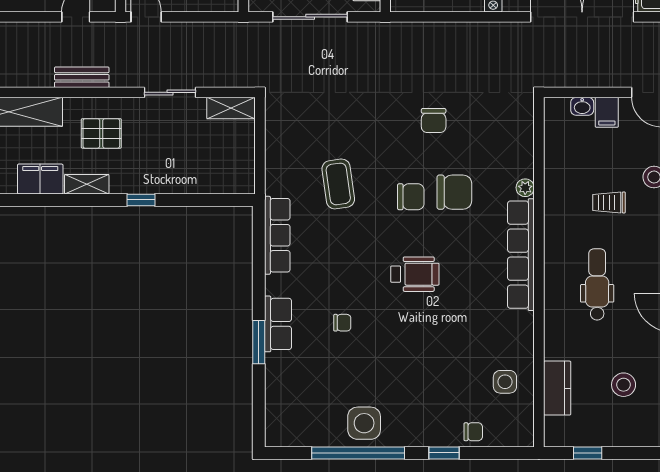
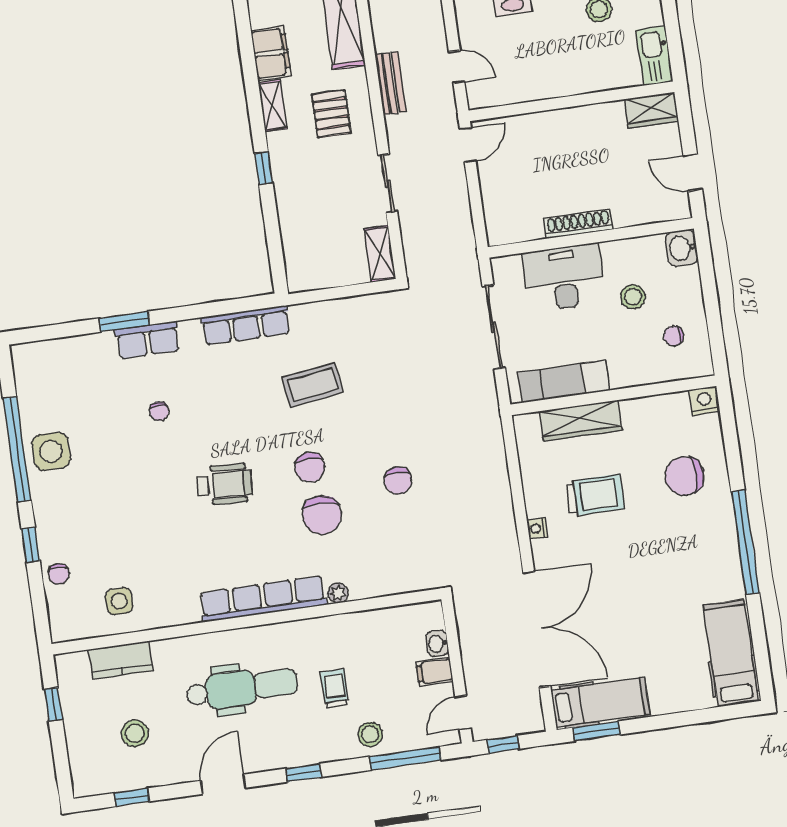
chair: (434, 121) -> (398, 481), turned -90
wheelchair: (415, 274) -> (225, 484), turned -86
dental chair: (597, 284) -> (242, 688), width x1.36, depth x1.38

